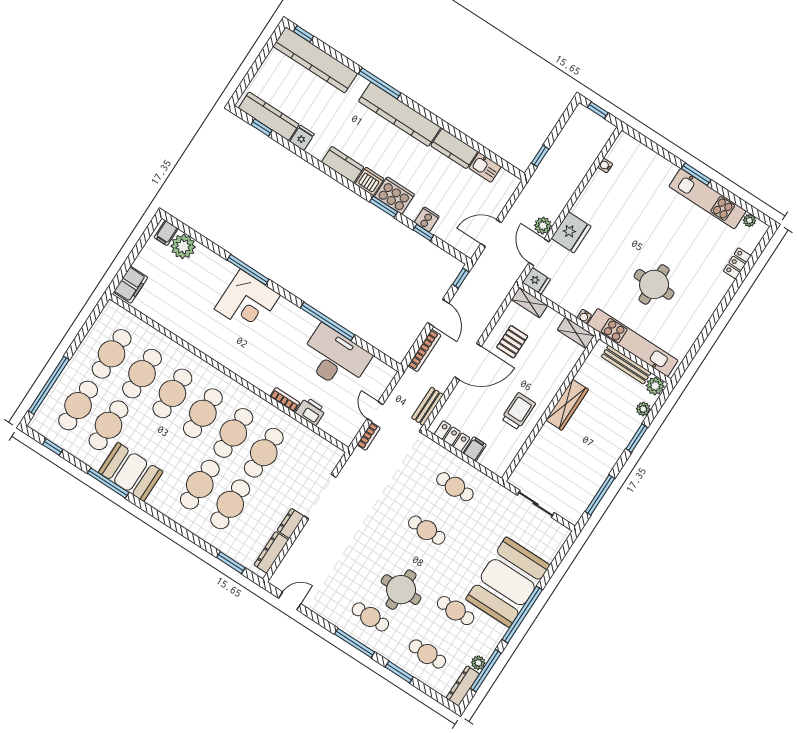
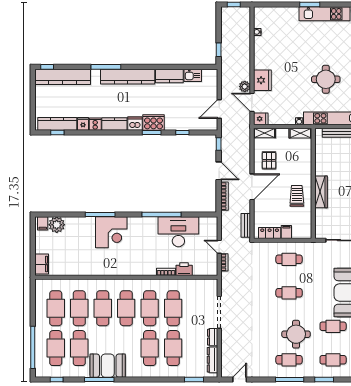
cooker: (427, 219) -> (95, 124), moved
wardrobe: (567, 405) -> (321, 192), moved

